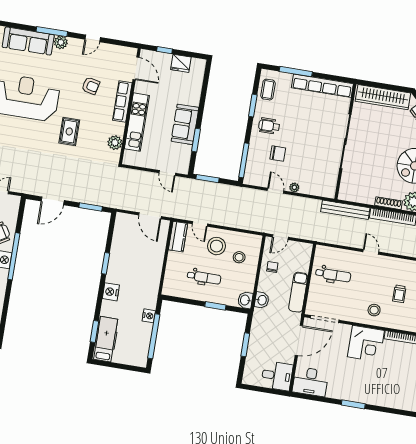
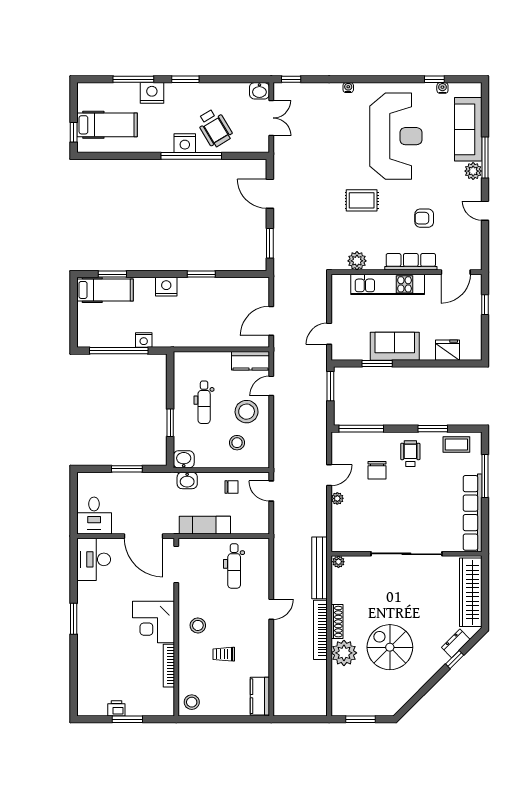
fridge: (181, 63) -> (447, 350), moved, turned 90
armchair: (91, 86) -> (424, 218), turned 77
plant: (343, 194) -> (338, 562), added

